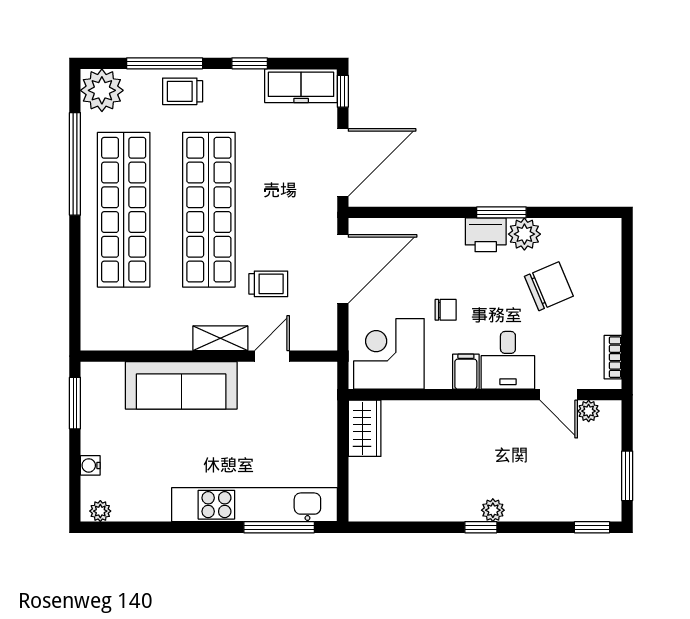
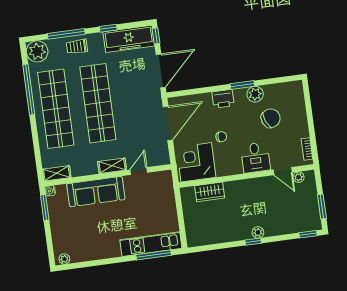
freezer: (301, 86) -> (129, 39), width x1.36, depth x1.26
printer: (486, 235) -> (223, 99), moved
trolley: (268, 284) -> (132, 136), removed
shelving: (108, 338) -> (57, 173), added
filing cabinet: (466, 372) -> (235, 166), removed
wardrobe: (365, 428) -> (210, 192), moved, turned 90
water cooler: (90, 465) -> (50, 191), moved
kitchen unit: (254, 505) -> (151, 244), width x0.73

